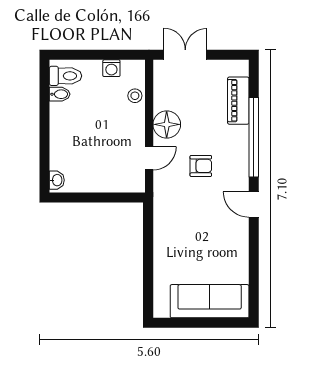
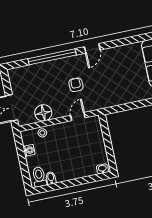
piano: (238, 101) -> (32, 71), removed
floor lamp: (167, 124) -> (43, 113), moved
door: (149, 158) -> (78, 117), hinge flipped

